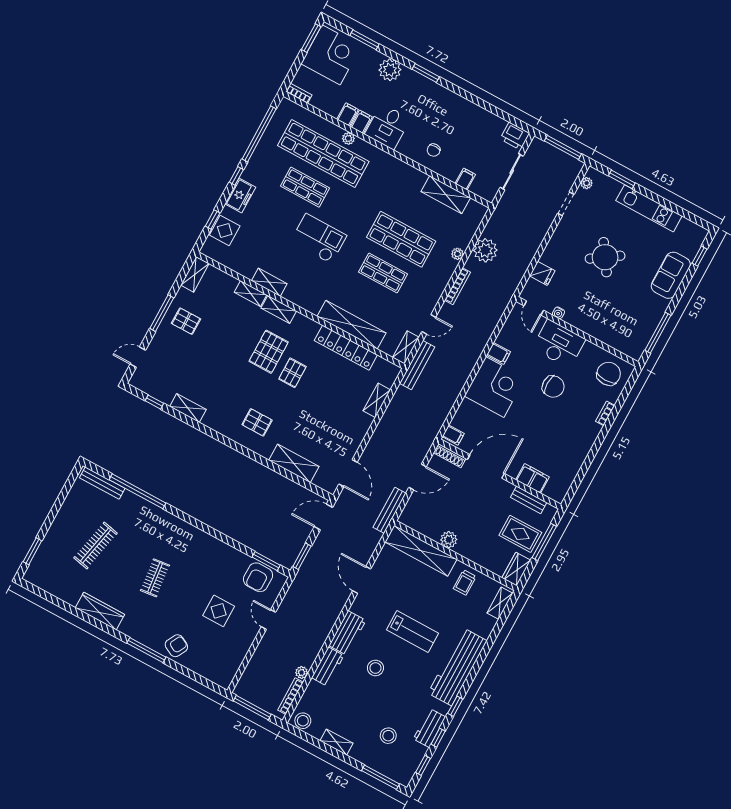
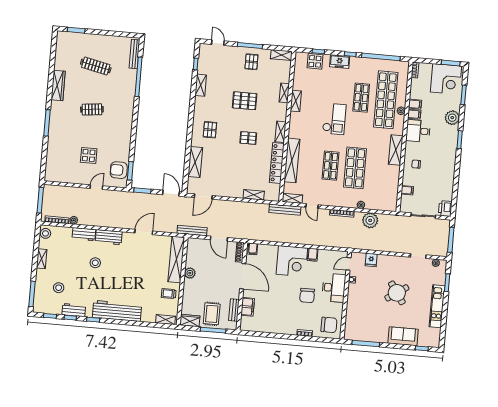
shelving: (446, 195) -> (396, 150), moved
shelving: (279, 310) -> (281, 132), moved
pallet: (269, 352) -> (245, 101), moved
lab bench: (412, 631) -> (126, 275), removed
armchair: (176, 646) -> (57, 139), removed

